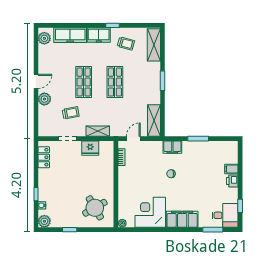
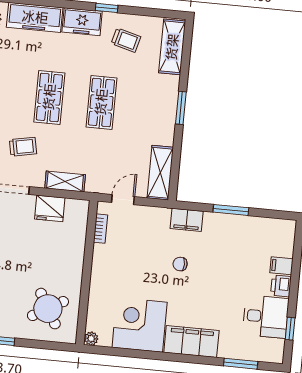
desk: (225, 215) -> (266, 317), moved

